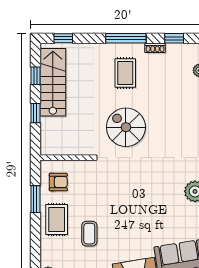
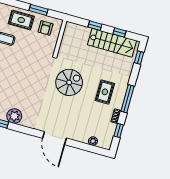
rug: (125, 73) -> (105, 92), turned 90

